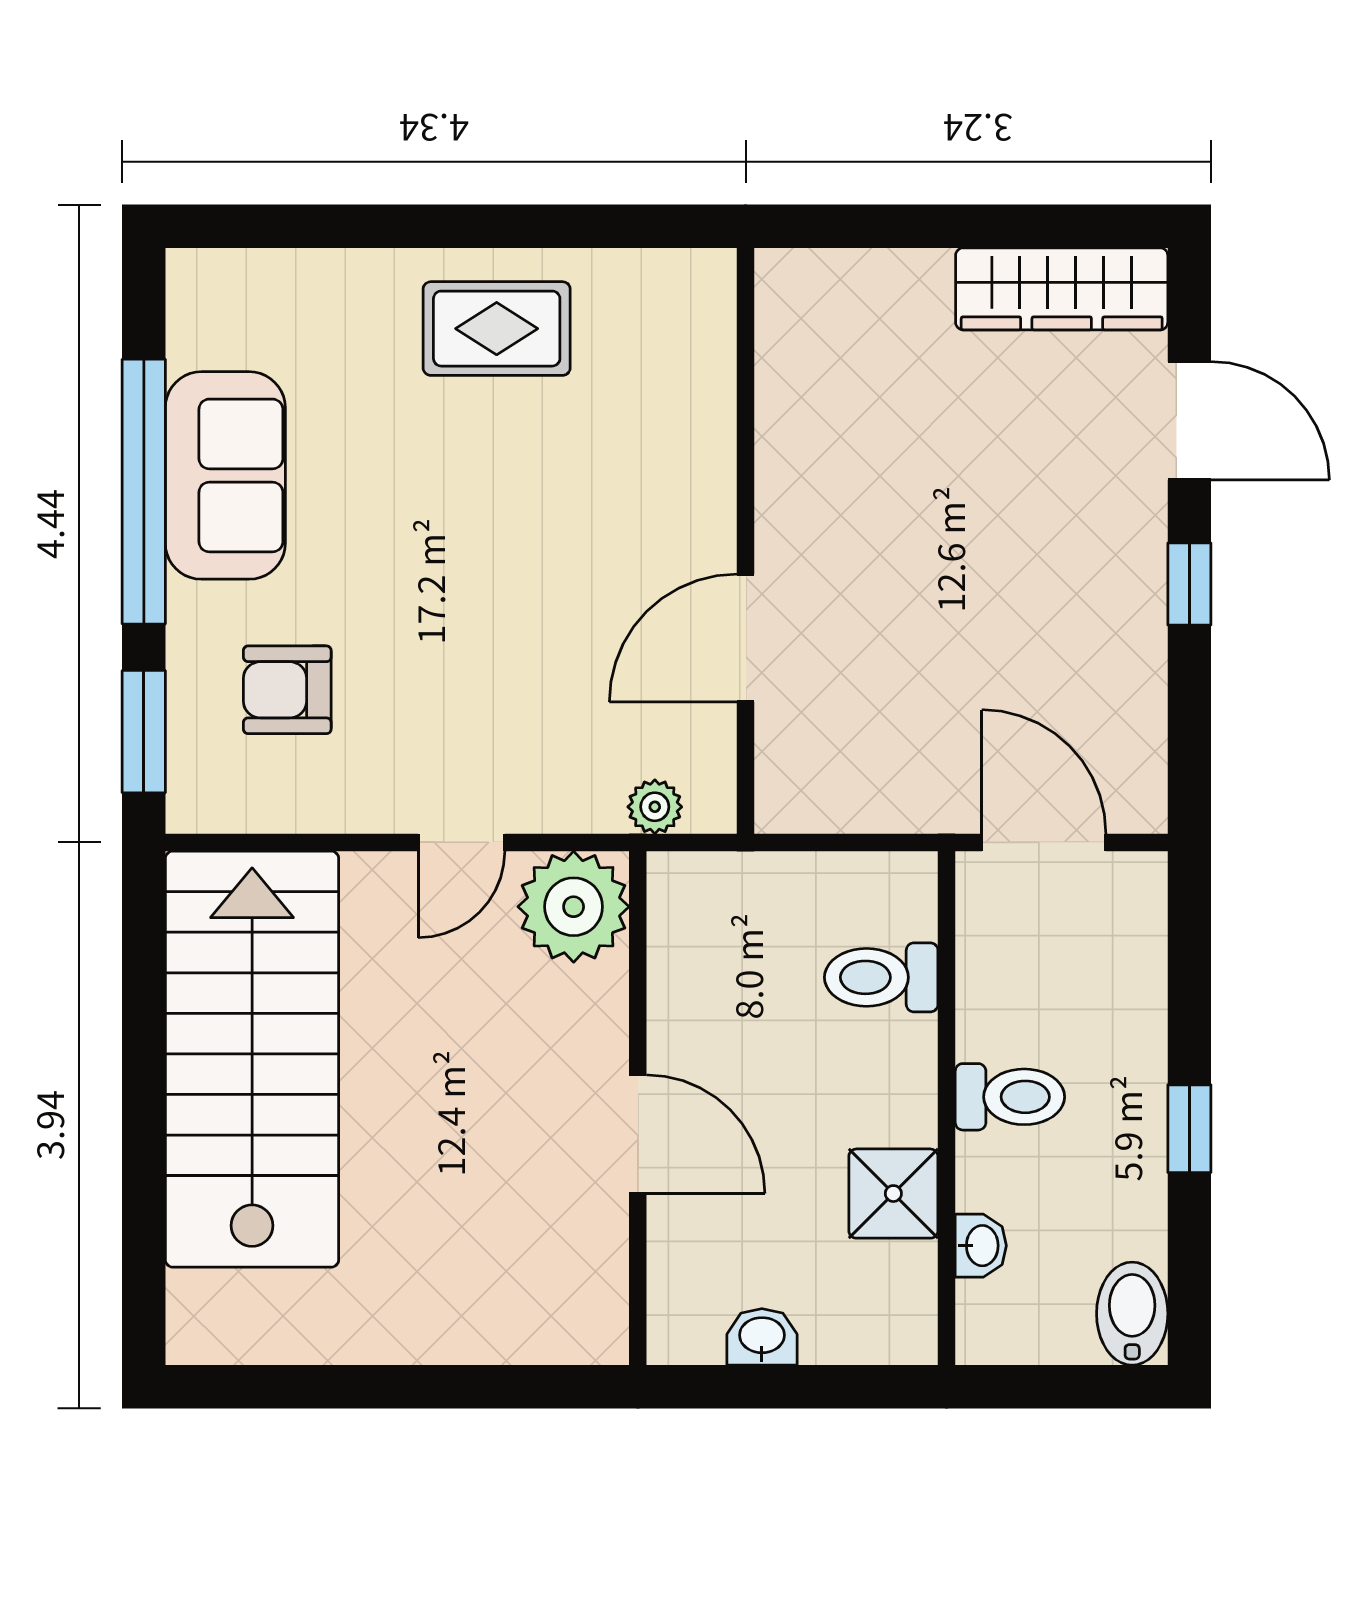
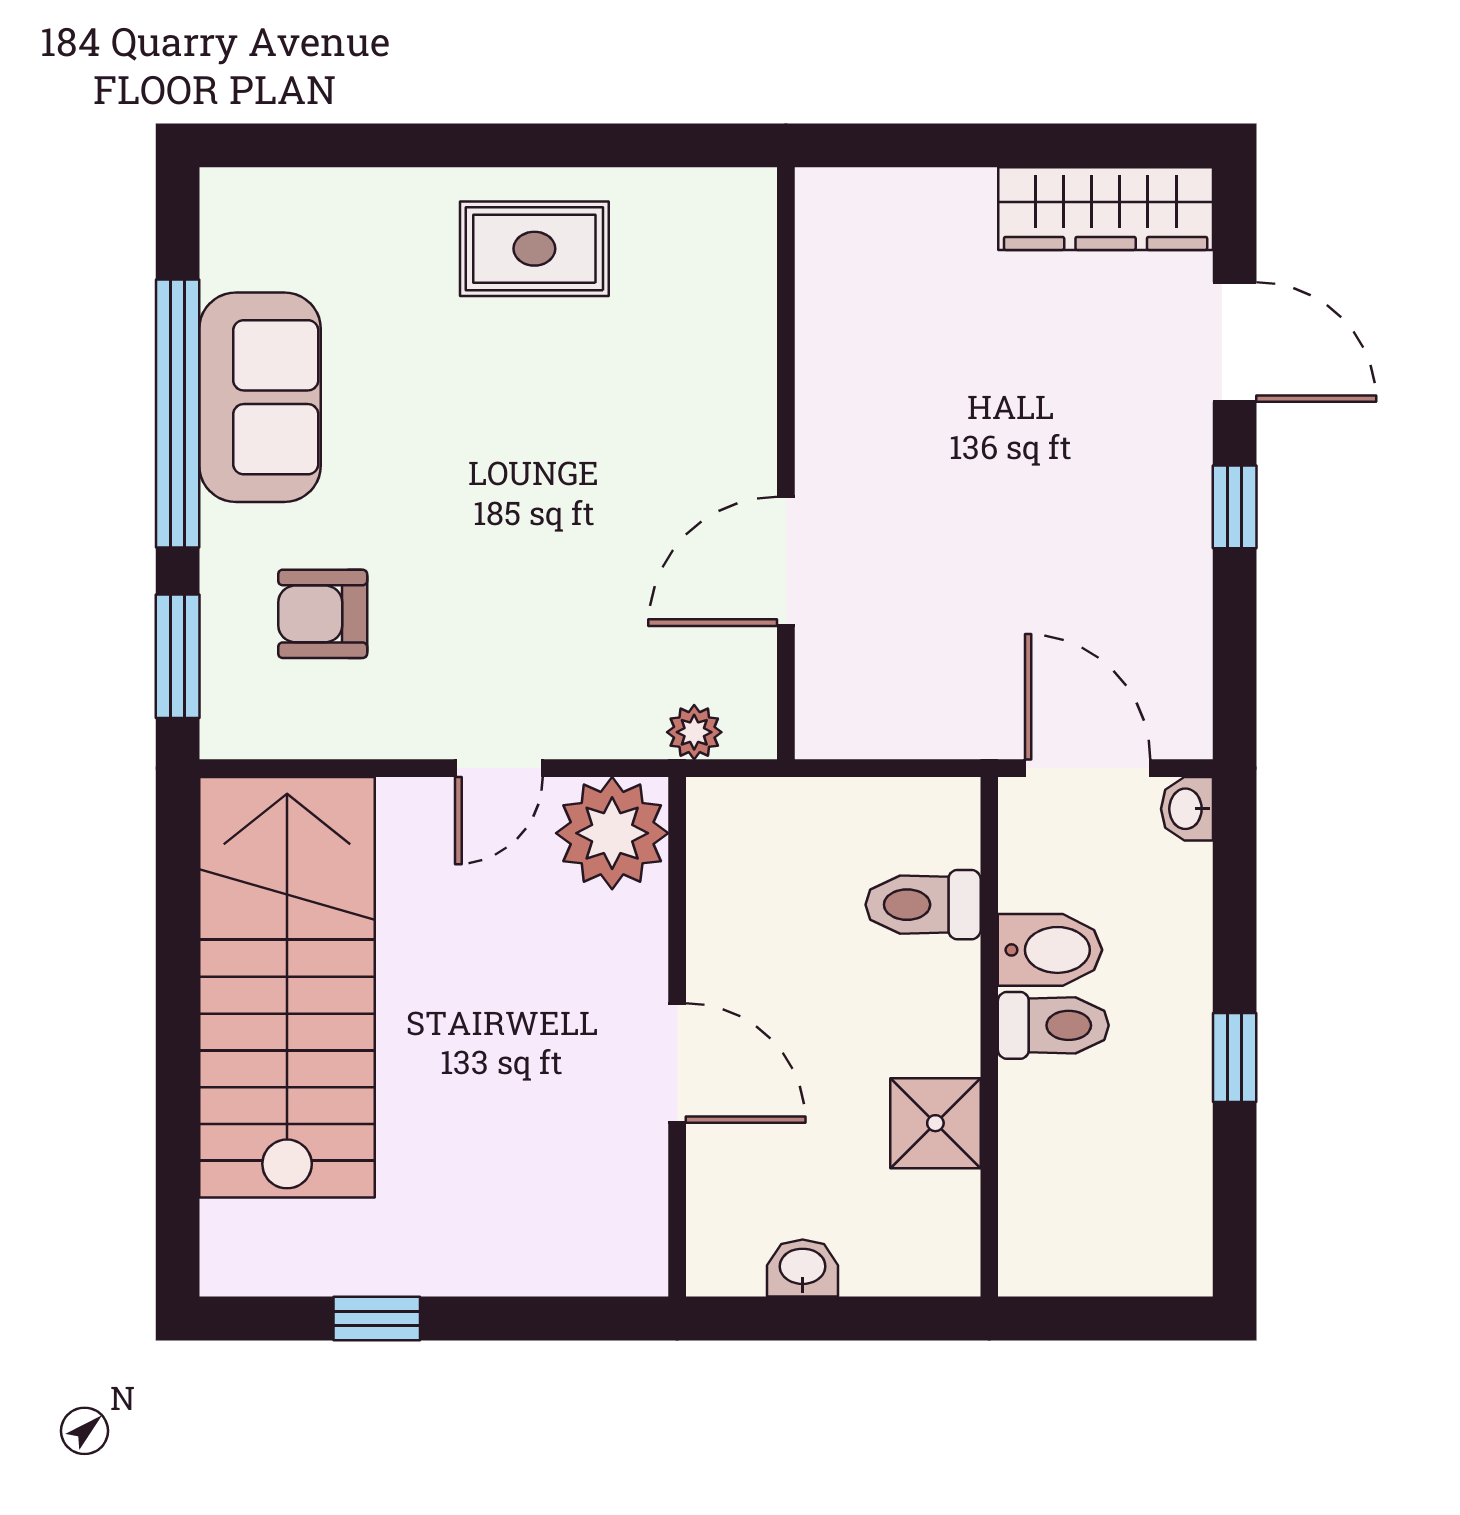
washbasin: (981, 1246) -> (1187, 809), moved, turned 180
bidet: (1132, 1314) -> (1050, 950), moved, turned 90
window: (341, 1387) -> (377, 1318), added

